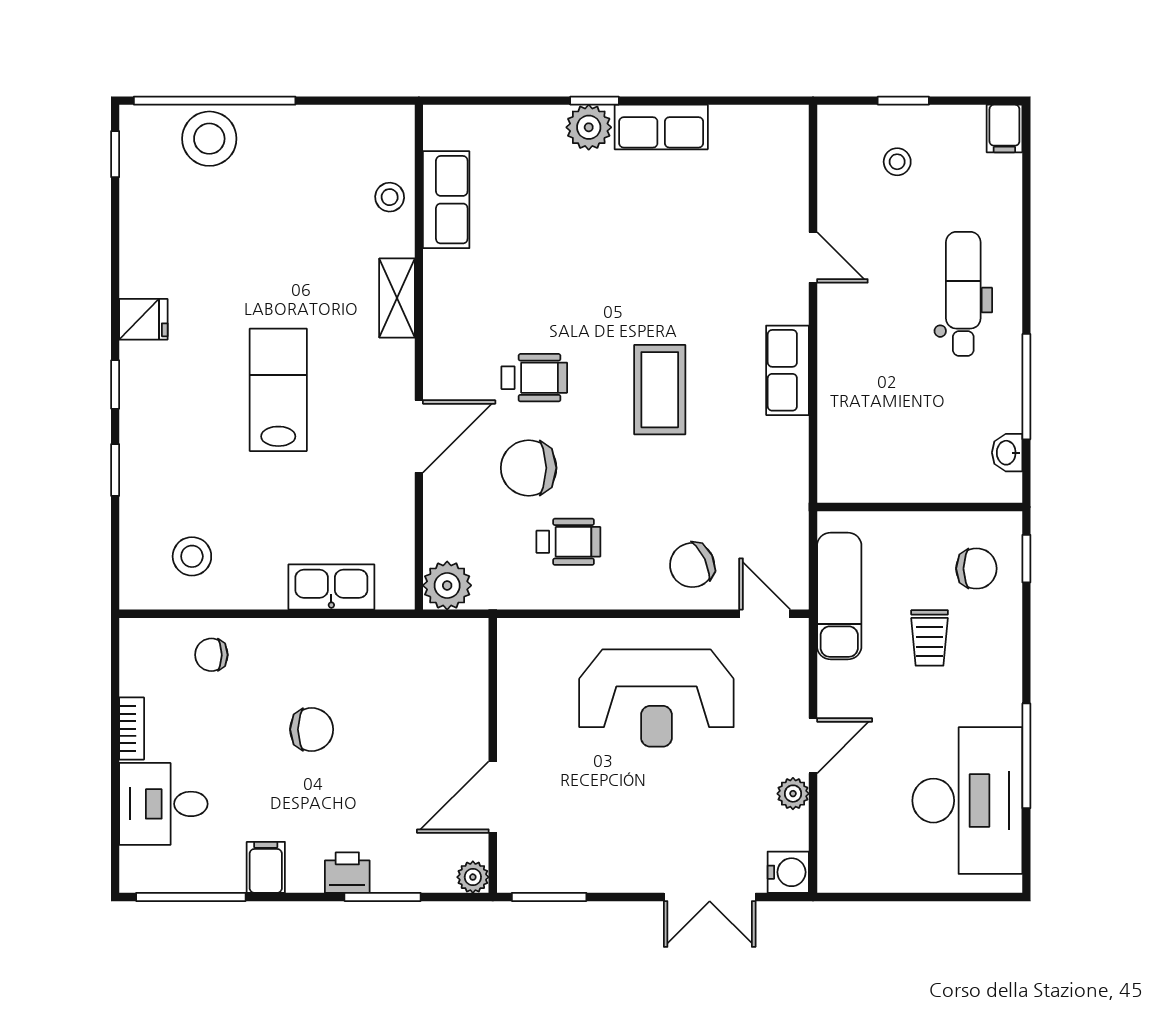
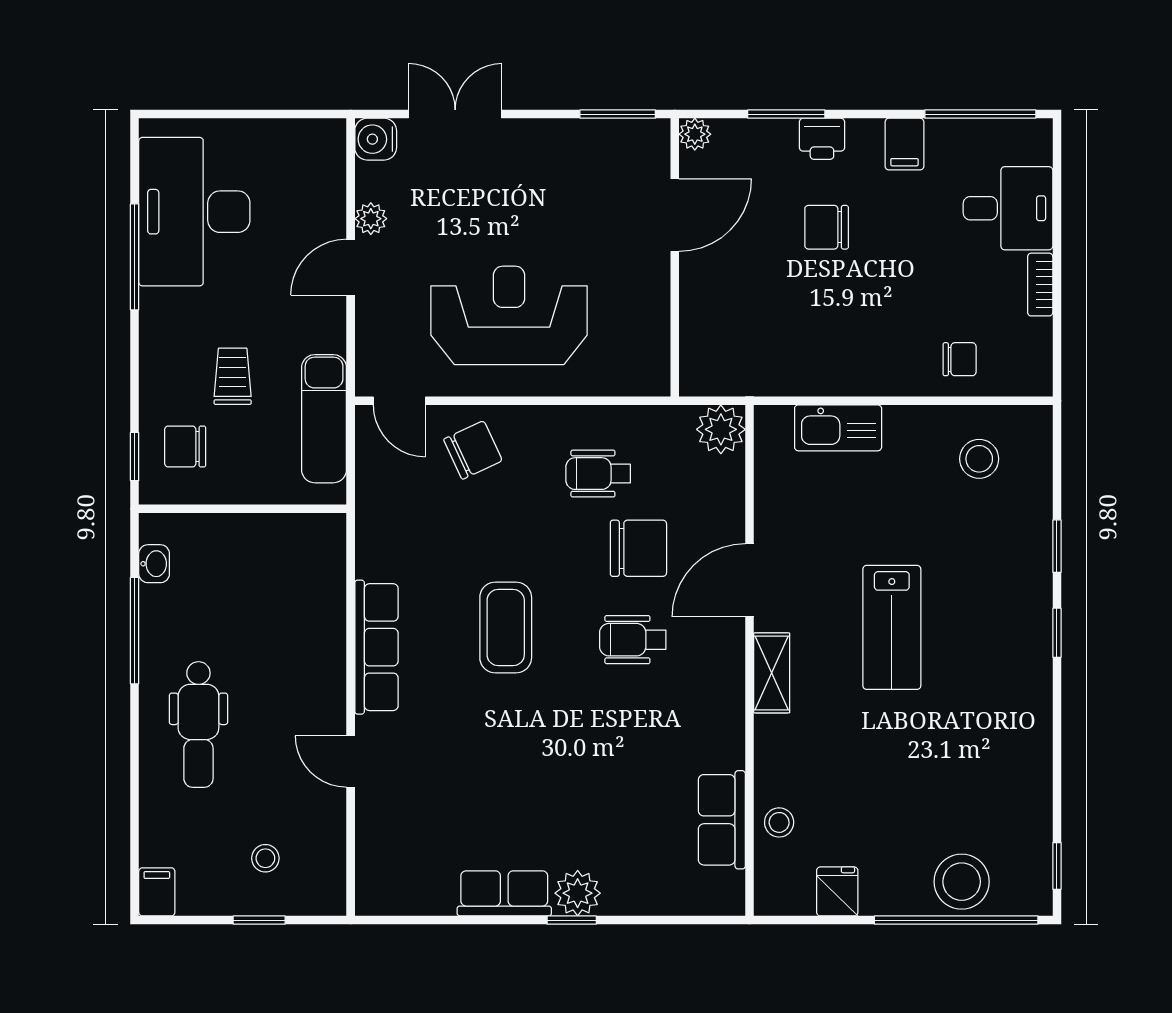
shelving: (397, 298) -> (772, 673), moved
fridge: (143, 319) -> (837, 891), moved, turned 90
row of seats: (787, 370) -> (376, 647), width x1.48
chair: (312, 729) -> (827, 227), moved

